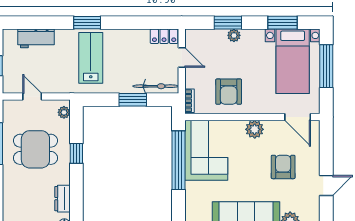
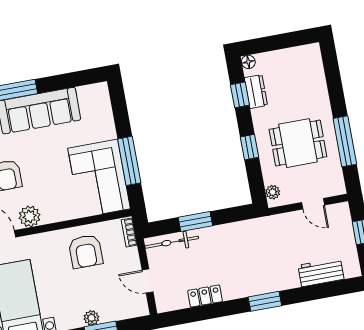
locker: (164, 36) -> (205, 296), moved
lab bench: (91, 58) -> (253, 261), removed
armchair: (229, 92) -> (86, 251), turned 180
plant: (255, 129) -> (30, 216), moved
window: (179, 160) -> (129, 161), width x0.68
window: (76, 198) -> (240, 95), added

